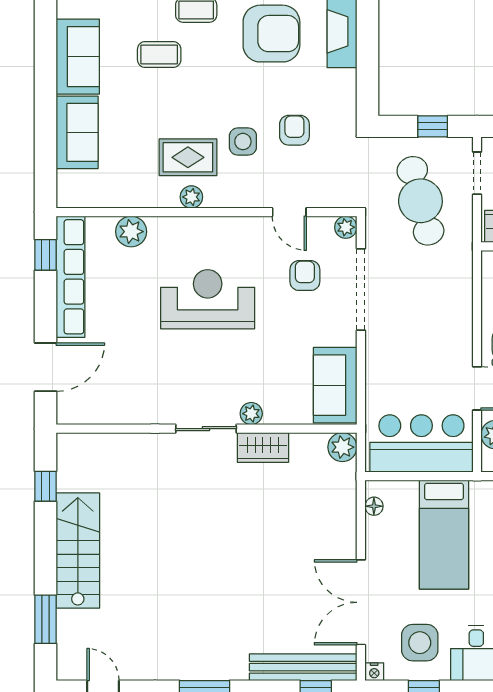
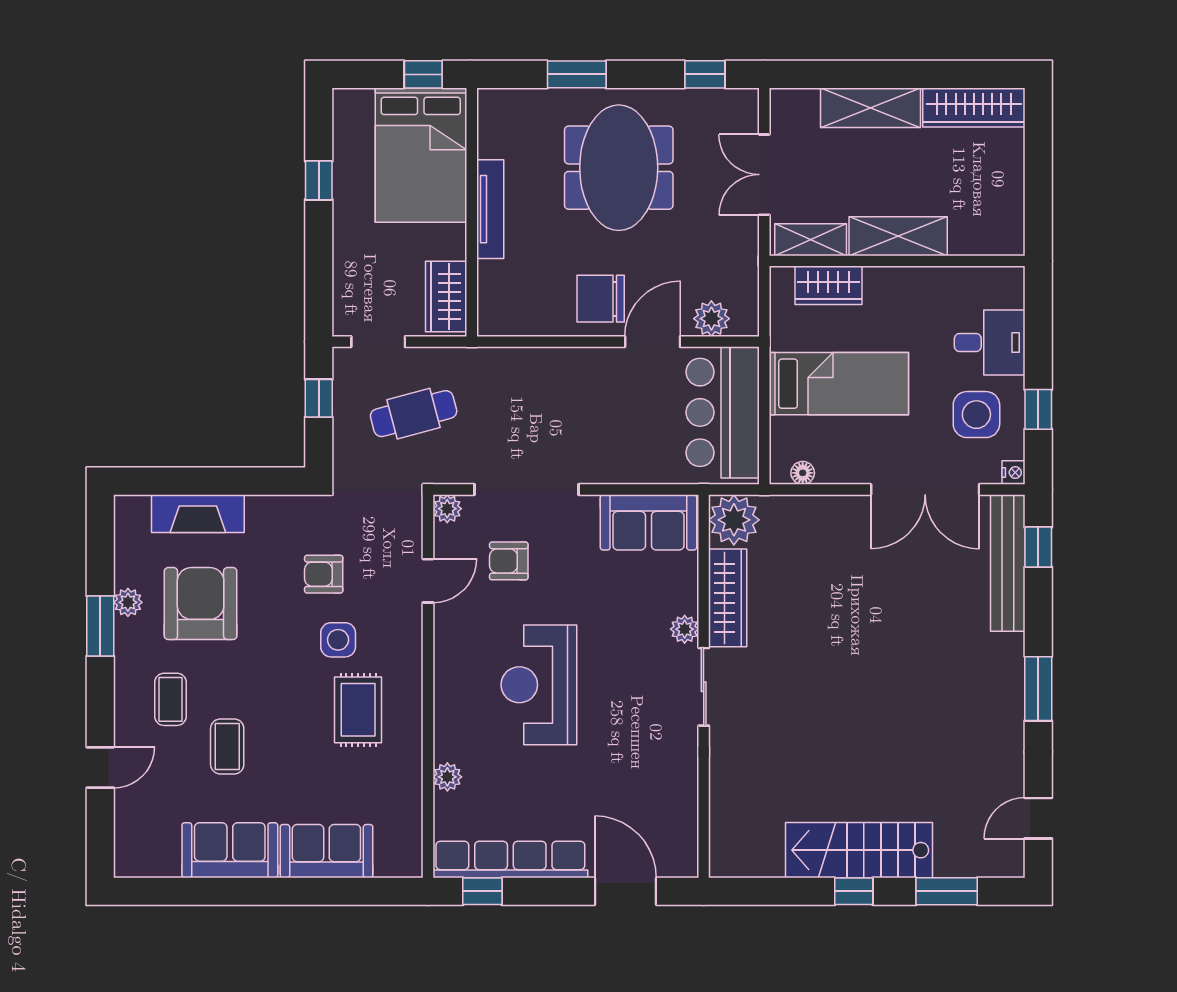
plant: (191, 197) -> (409, 705), removed
cafe table: (420, 201) -> (414, 414), width x0.73, depth x0.74
plant: (131, 232) -> (447, 777), width x0.73, depth x0.73
wardrobe: (263, 447) -> (728, 598), width x1.50
plant: (342, 447) -> (734, 520), width x1.36, depth x1.36
window: (45, 486) -> (854, 891), moved

